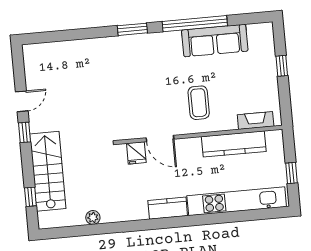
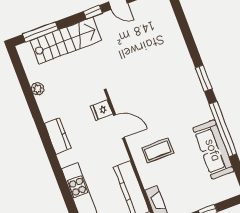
door: (160, 138) -> (119, 126), swing flipped
window: (30, 197) -> (40, 32), width x2.17
kitchen counter: (168, 208) -> (58, 136), moved

